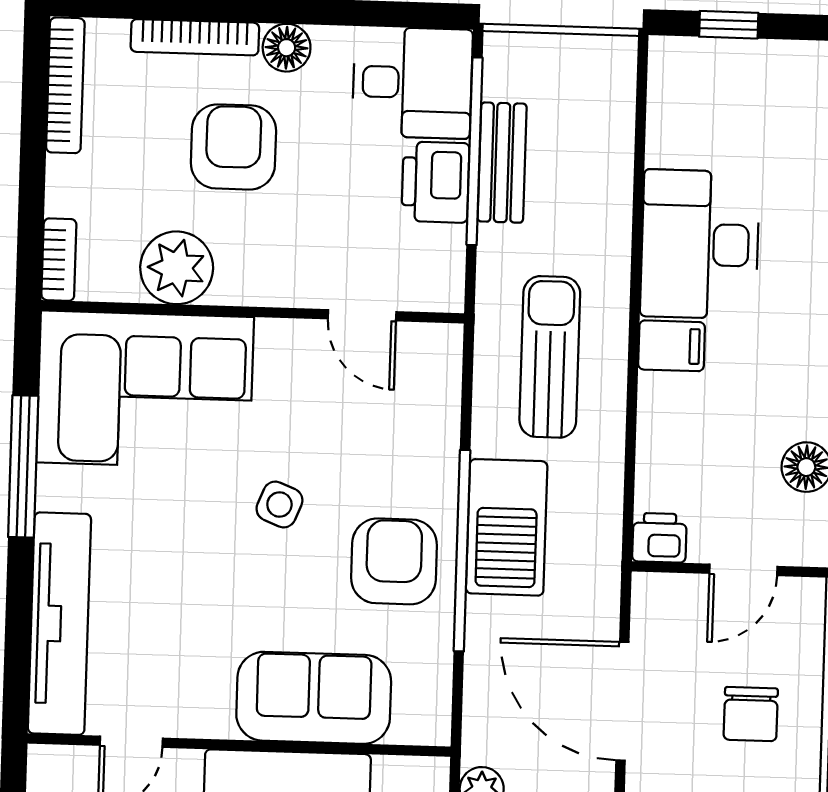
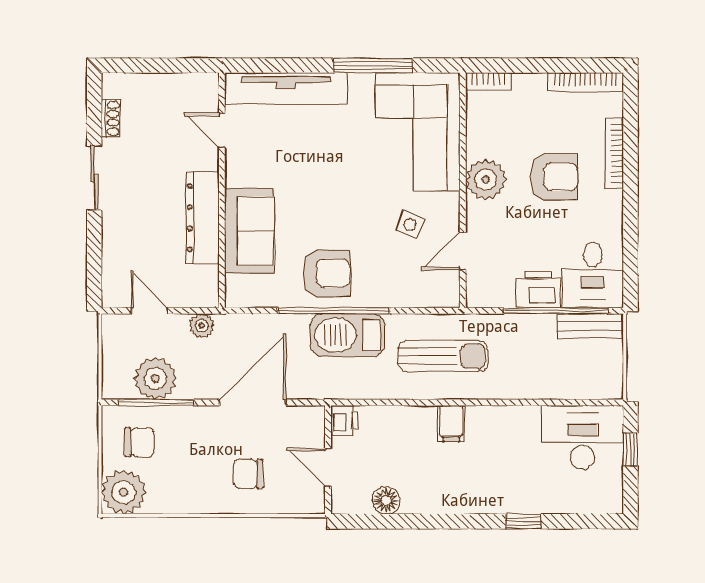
floor lamp: (287, 48) -> (610, 204), removed
bench: (502, 163) -> (590, 326), moved
desk: (700, 244) -> (582, 437), moved
plant: (177, 268) -> (486, 180), moved
side table: (279, 504) -> (410, 225), moved

